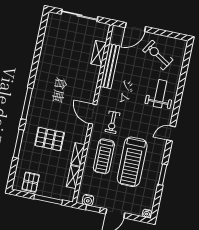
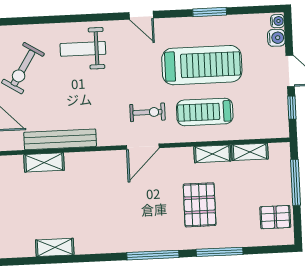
shelving: (46, 46) -> (55, 247), added
treadmill: (104, 156) -> (205, 112), turned 180
water cooler: (88, 200) -> (276, 38), moved

